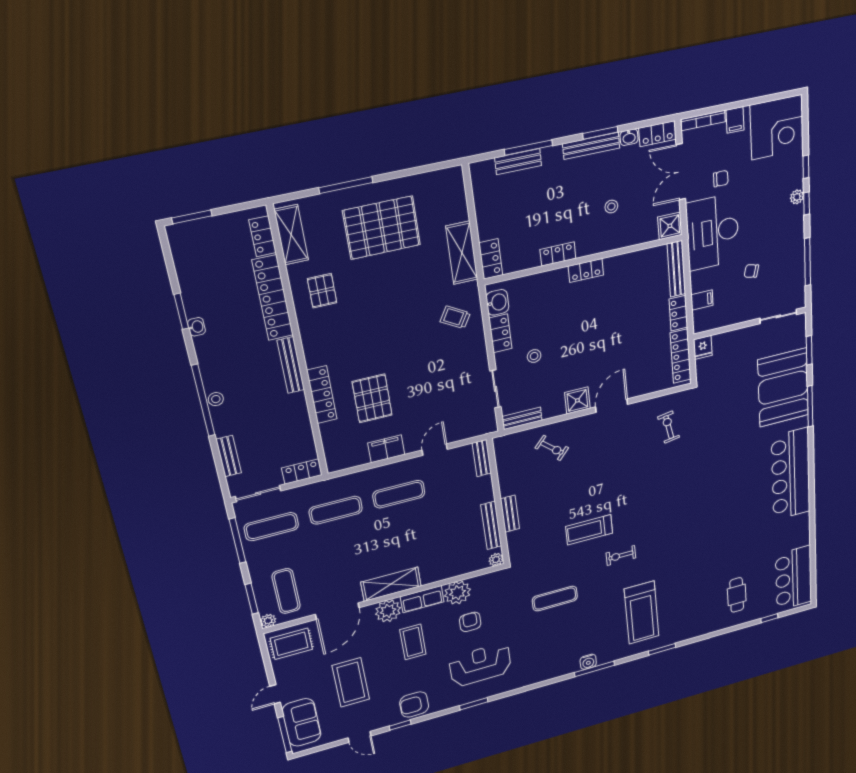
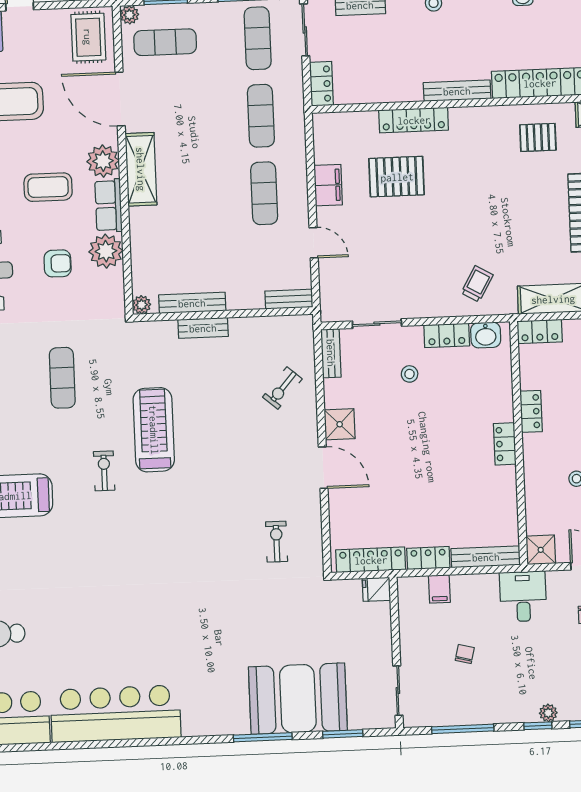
desk: (713, 232) -> (523, 596), width x0.53, depth x0.77
exercise bike: (669, 427) -> (277, 542), turned -80
bar counter: (791, 474) -> (116, 714), moved
treadmill: (589, 530) -> (154, 430), width x1.37, depth x1.38

